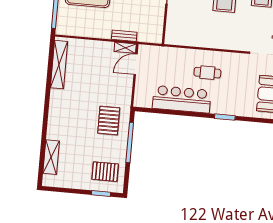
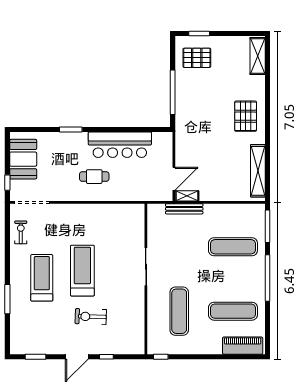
bench: (124, 36) -> (184, 209), width x1.36
pallet: (109, 121) -> (246, 116), moved
shelving: (51, 157) -> (258, 56), moved

